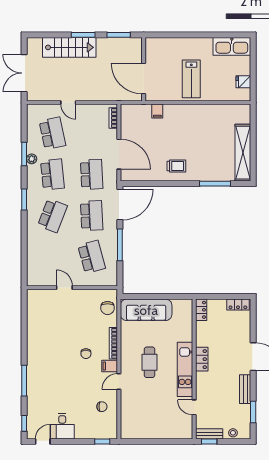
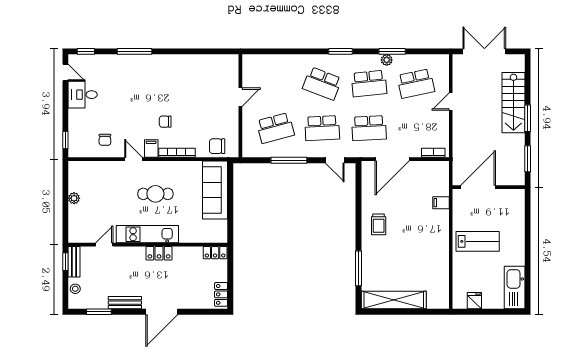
lab bench: (191, 79) -> (478, 241), turned 180
door: (120, 205) -> (335, 160), width x0.53
plant: (153, 434) -> (74, 198), added

